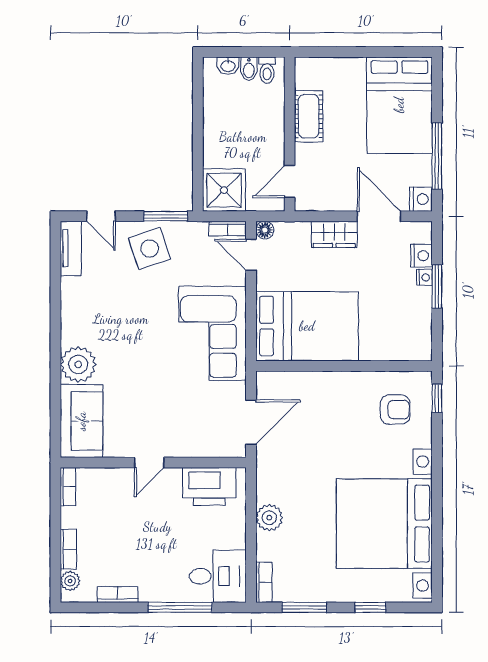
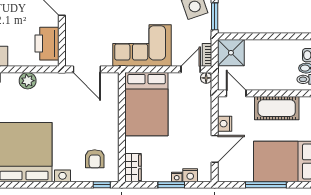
cot: (309, 116) -> (277, 108), width x1.37, depth x1.34
window: (437, 156) -> (266, 185), moved
nightstand: (421, 199) -> (225, 124), moved, turned 90
wardrobe: (334, 234) -> (133, 168), moved, turned 180

